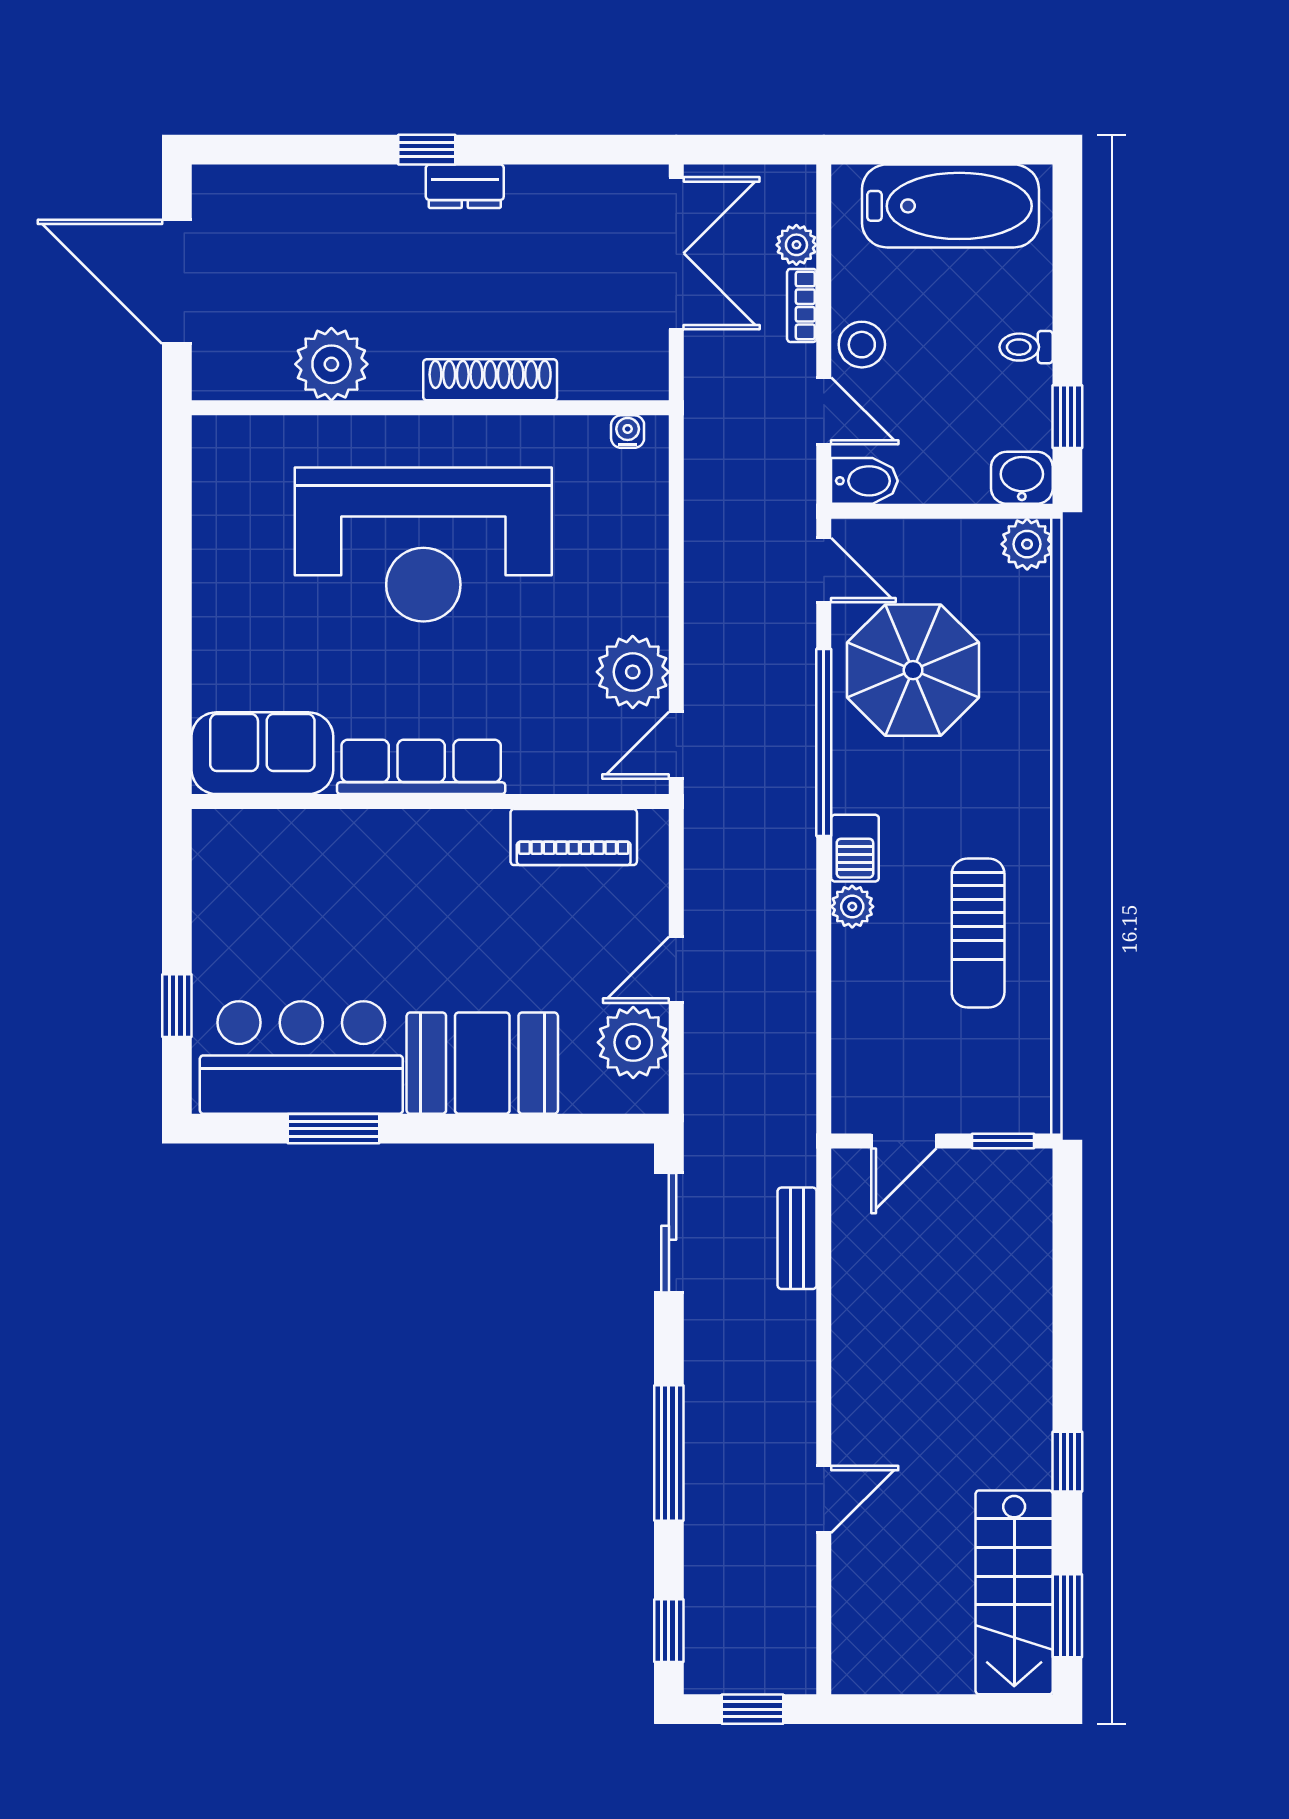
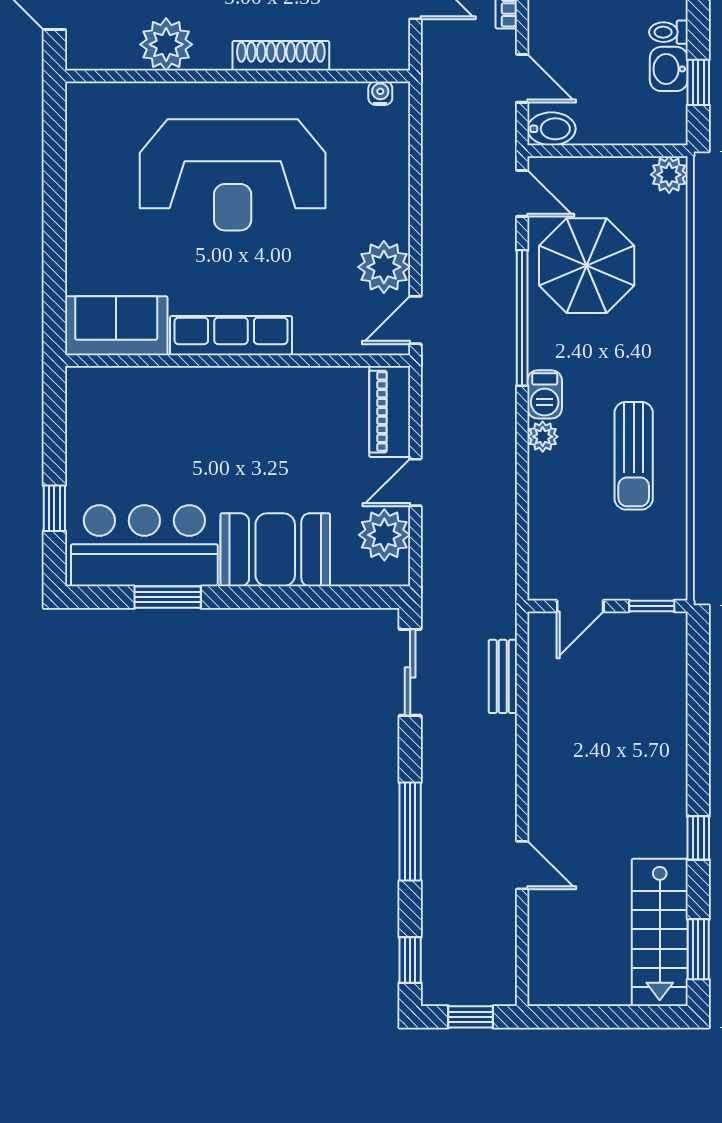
stool: (862, 345) -> (550, 30), removed
washbasin: (1022, 478) -> (669, 69), moved, turned -90
piano: (574, 837) -> (390, 412), moved, turned 90
door: (824, 1499) -> (522, 865), hinge flipped

